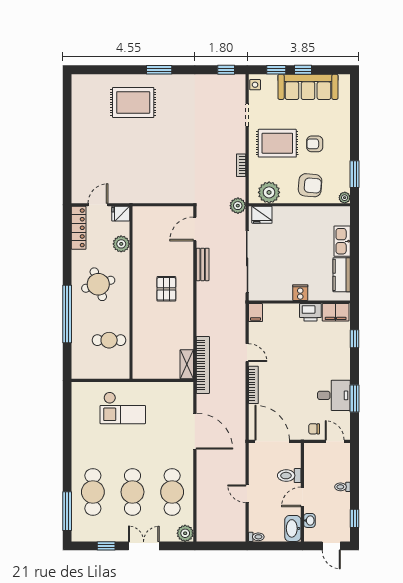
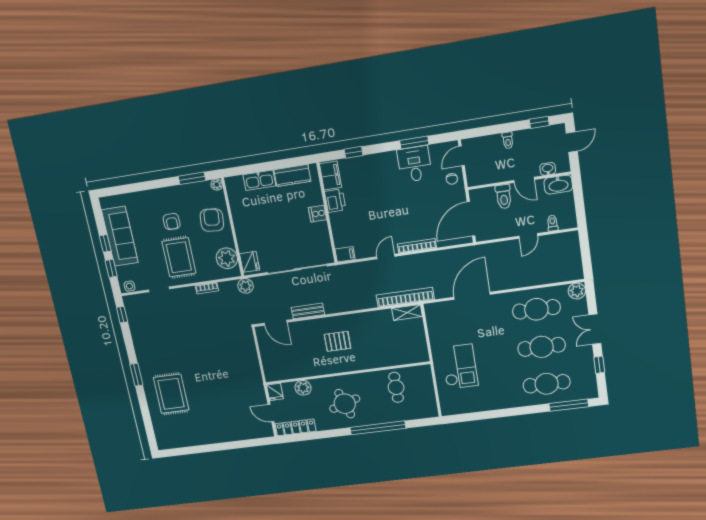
toilet: (256, 537) -> (552, 223), moved

